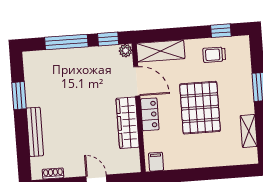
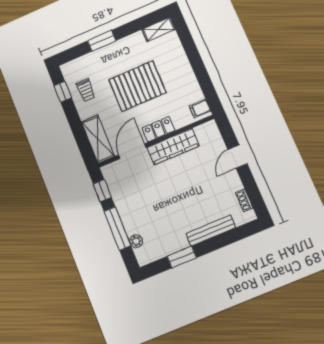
plant: (126, 51) -> (136, 241), moved
shelving: (249, 131) -> (159, 29), moved

